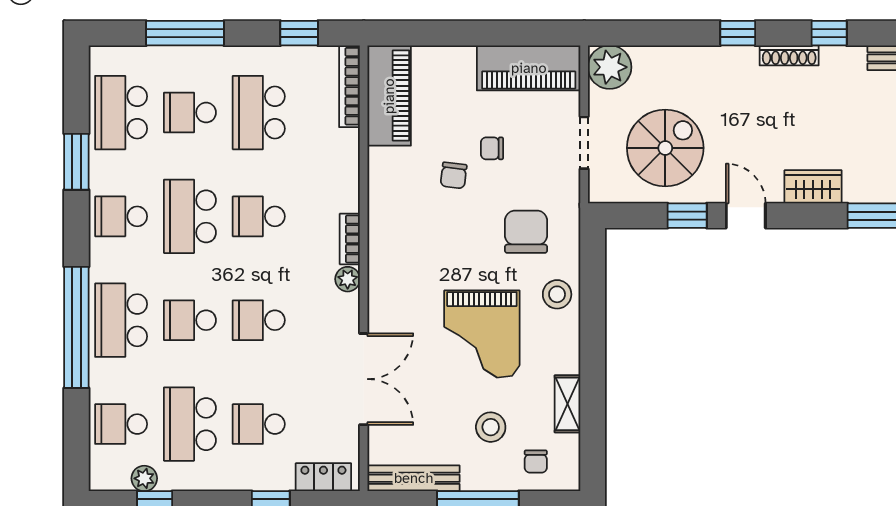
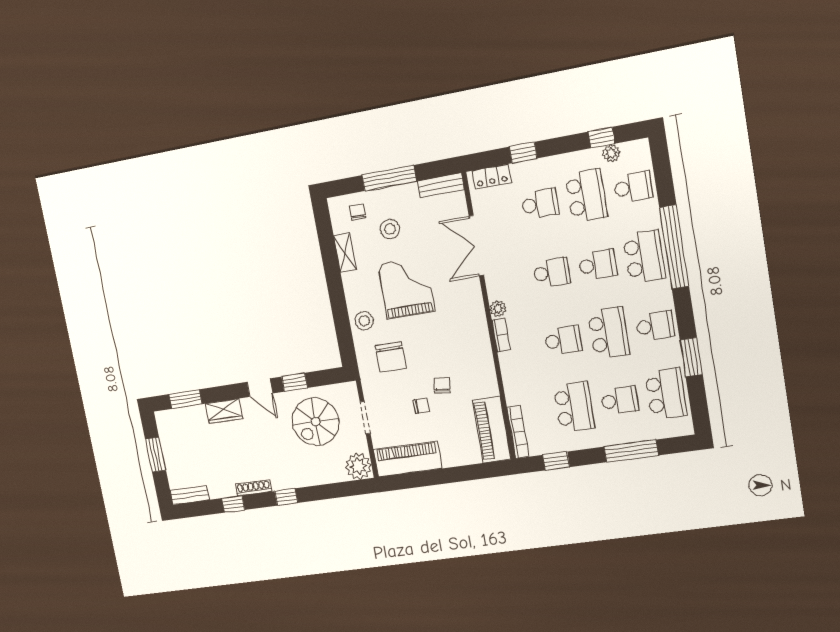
bench: (414, 478) -> (441, 185), width x0.73

